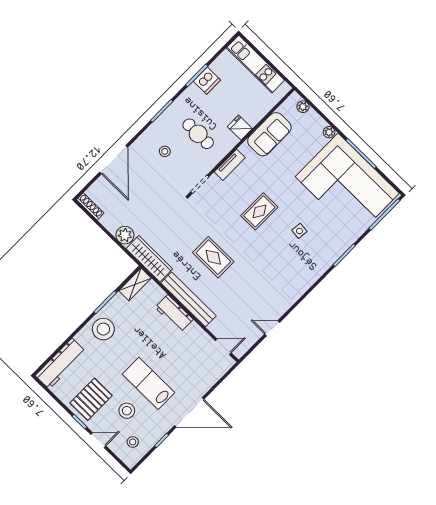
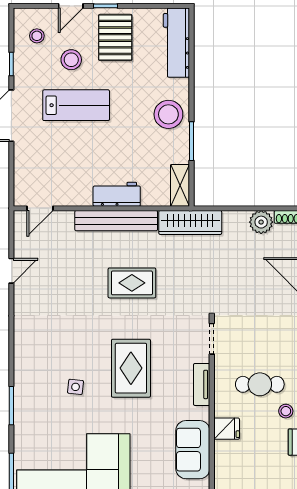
stool: (165, 151) -> (286, 411), moved
rug: (259, 211) -> (131, 368), width x1.36, depth x1.43
plant: (125, 235) -> (261, 222), moved

